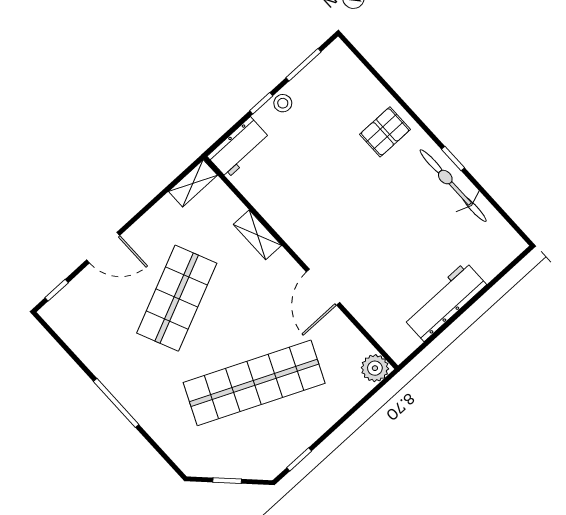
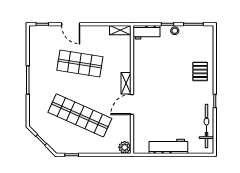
pallet: (385, 132) -> (200, 71), turned 90
bicycle: (453, 186) -> (206, 126), moved
shelving: (257, 235) -> (126, 83), moved
shop shelf: (177, 298) -> (80, 63), turned 33

